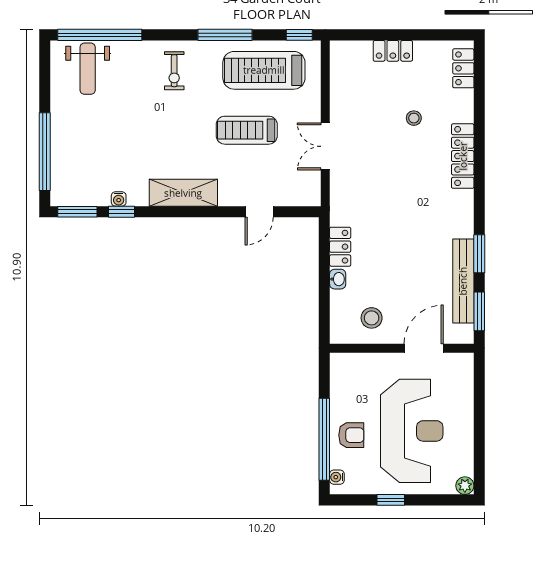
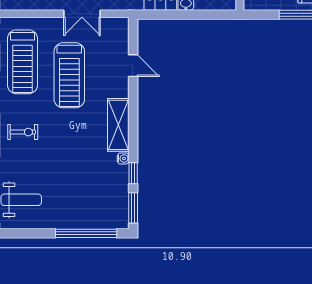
treadmill: (247, 130) -> (69, 75), width x1.37, depth x1.38
water cooler: (119, 199) -> (123, 158), moved

